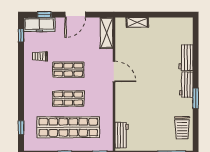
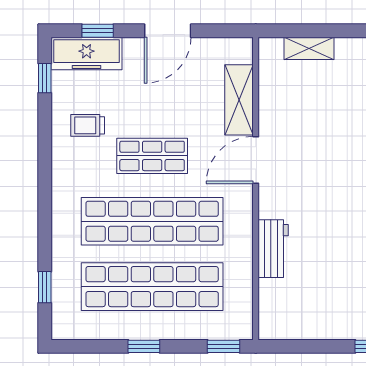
shelving: (107, 33) -> (239, 100), moved
door: (114, 71) -> (256, 160), swing flipped
shop shelf: (68, 98) -> (152, 221), width x2.00, depth x1.36
workbench: (122, 135) -> (273, 249), moved

